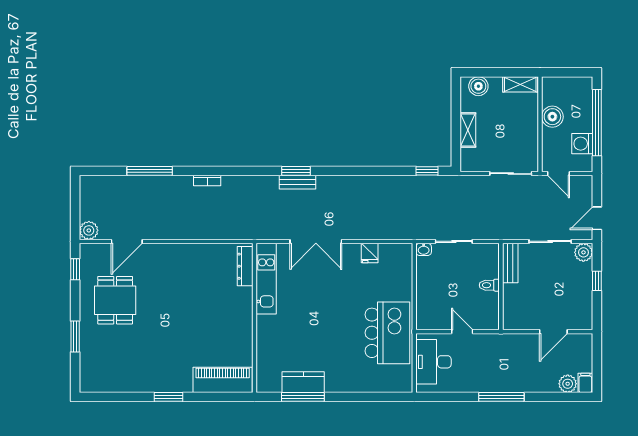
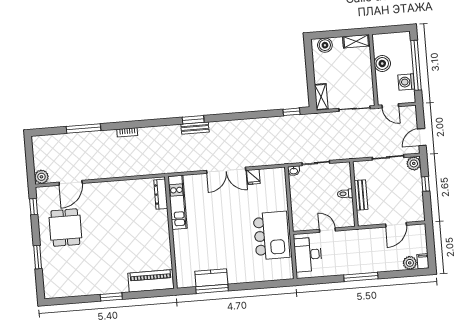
shelving: (468, 130) -> (321, 97), moved
double door: (316, 241) -> (226, 170), moved
bench: (510, 263) -> (361, 195), moved

